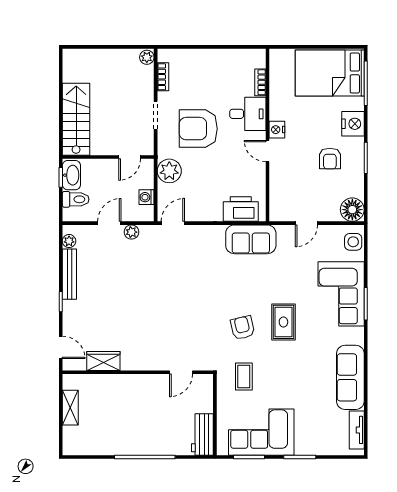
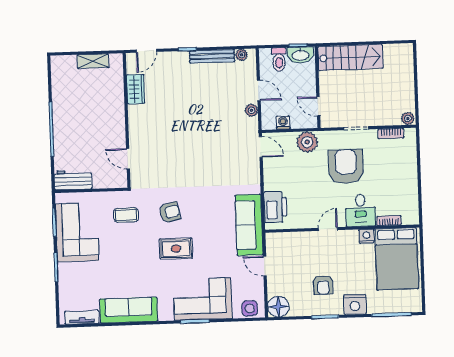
bed: (330, 73) -> (397, 259), moved, turned 180
nightstand: (277, 130) -> (366, 236), moved
armchair: (330, 159) -> (323, 285), turned -90
sofa: (251, 239) -> (249, 225), width x1.36

